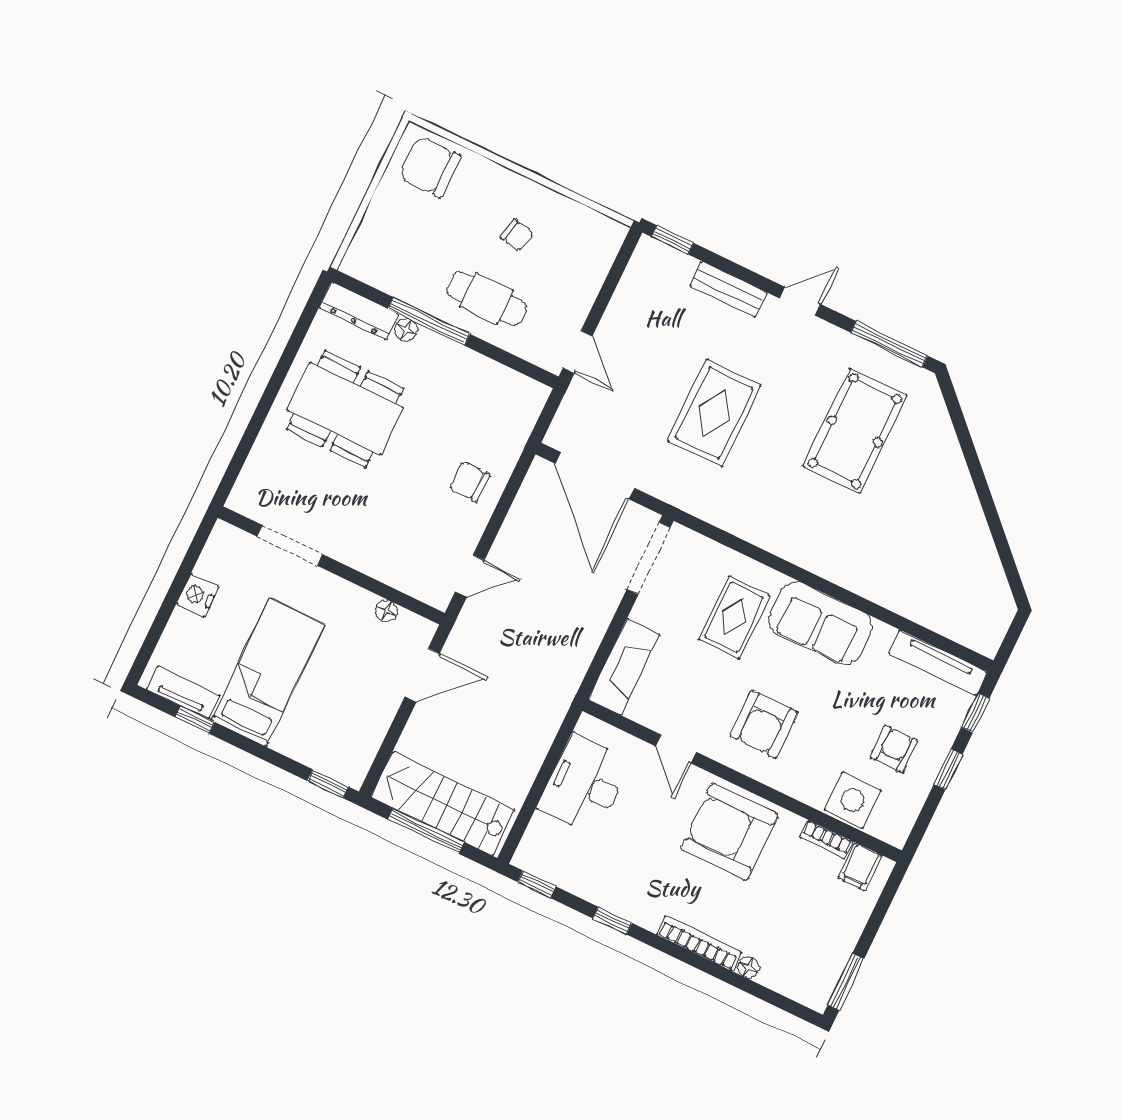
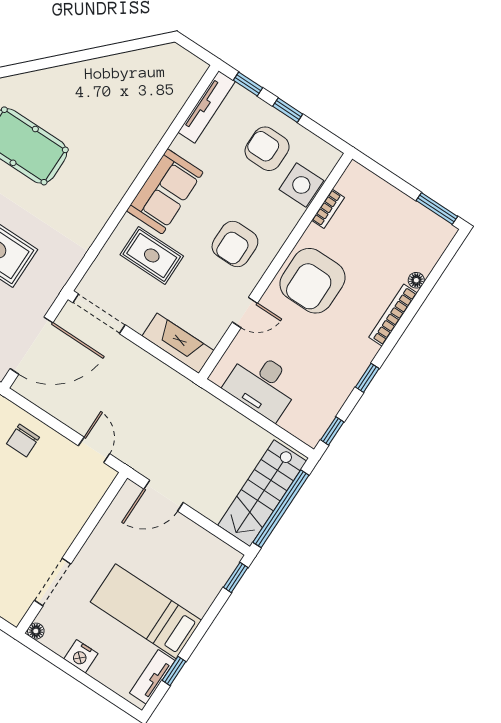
floor lamp: (386, 611) -> (36, 631), moved
door: (422, 675) -> (164, 496), swing flipped
armchair: (764, 724) -> (235, 244), turned 90
armchair: (894, 749) -> (267, 149), width x1.38, depth x1.38
window: (426, 831) -> (281, 509), width x1.46
filing cabinet: (860, 867) -> (352, 186), removed

